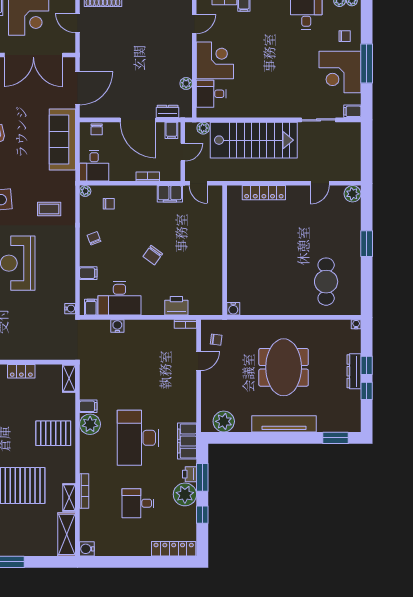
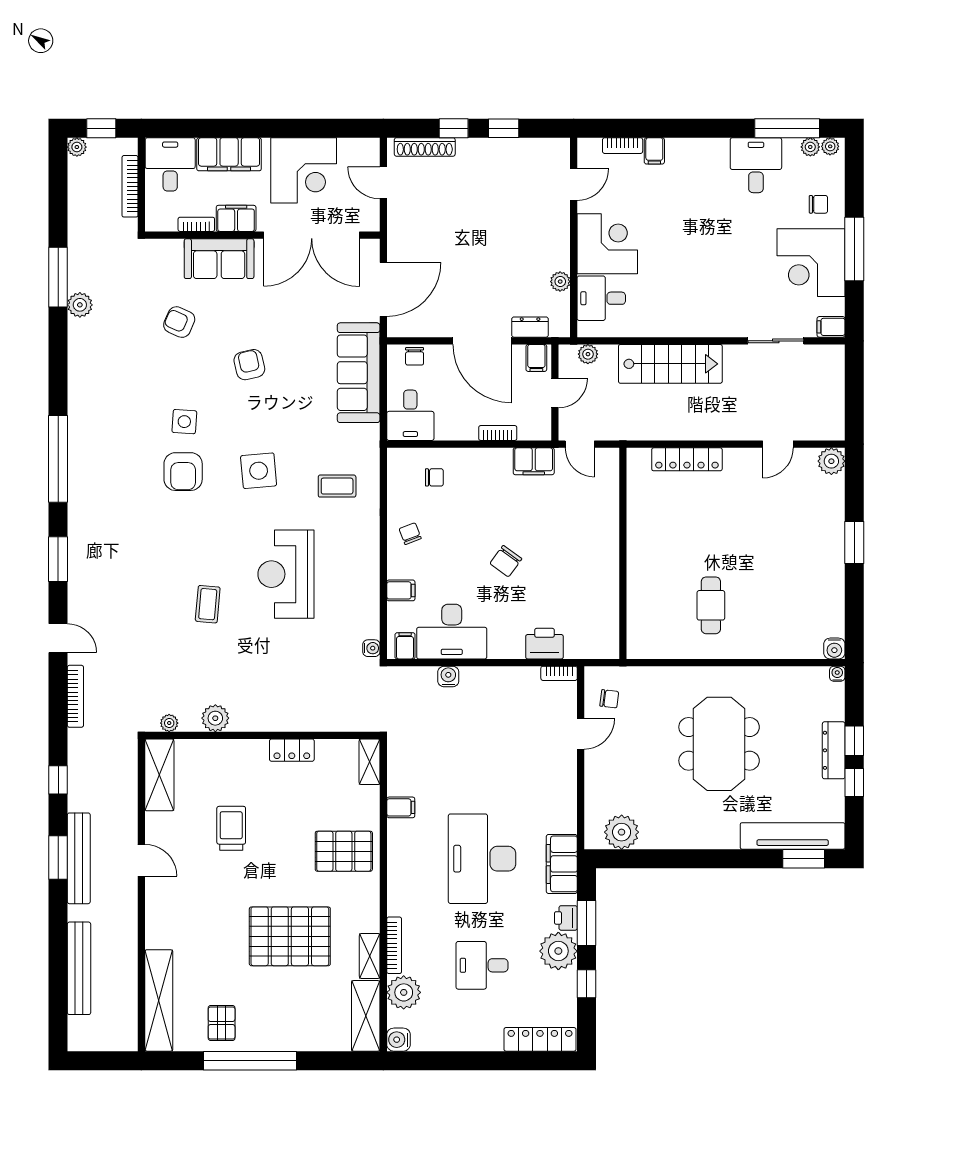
stairs: (254, 140) -> (670, 364), width x0.73, depth x0.66
plant: (85, 191) -> (396, 457), removed
cafe table: (326, 282) -> (711, 605), moved, width x0.73, depth x0.74
water cooler: (233, 309) -> (834, 649), moved
plant: (90, 424) -> (404, 992), moved
tv unit: (284, 424) -> (793, 836), moved

